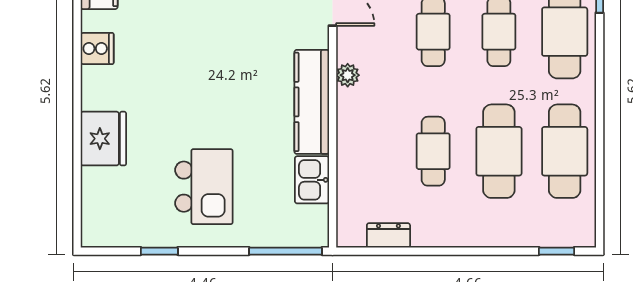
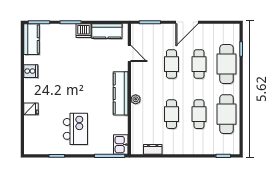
plant: (348, 75) -> (136, 99), moved
fridge: (103, 139) -> (31, 109), width x0.53, depth x0.75
cafe table: (499, 151) -> (199, 114), width x0.73, depth x0.74
kitchen sink: (312, 180) -> (121, 145), moved

